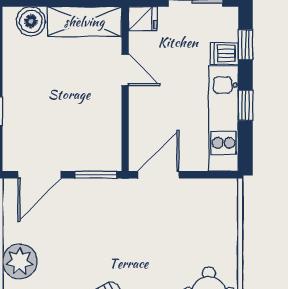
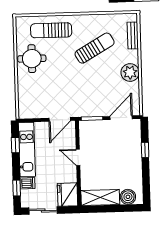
fridge: (143, 19) -> (67, 195), width x1.88, depth x1.34
door: (125, 70) -> (78, 157), moved
window: (245, 105) -> (15, 145), moved

